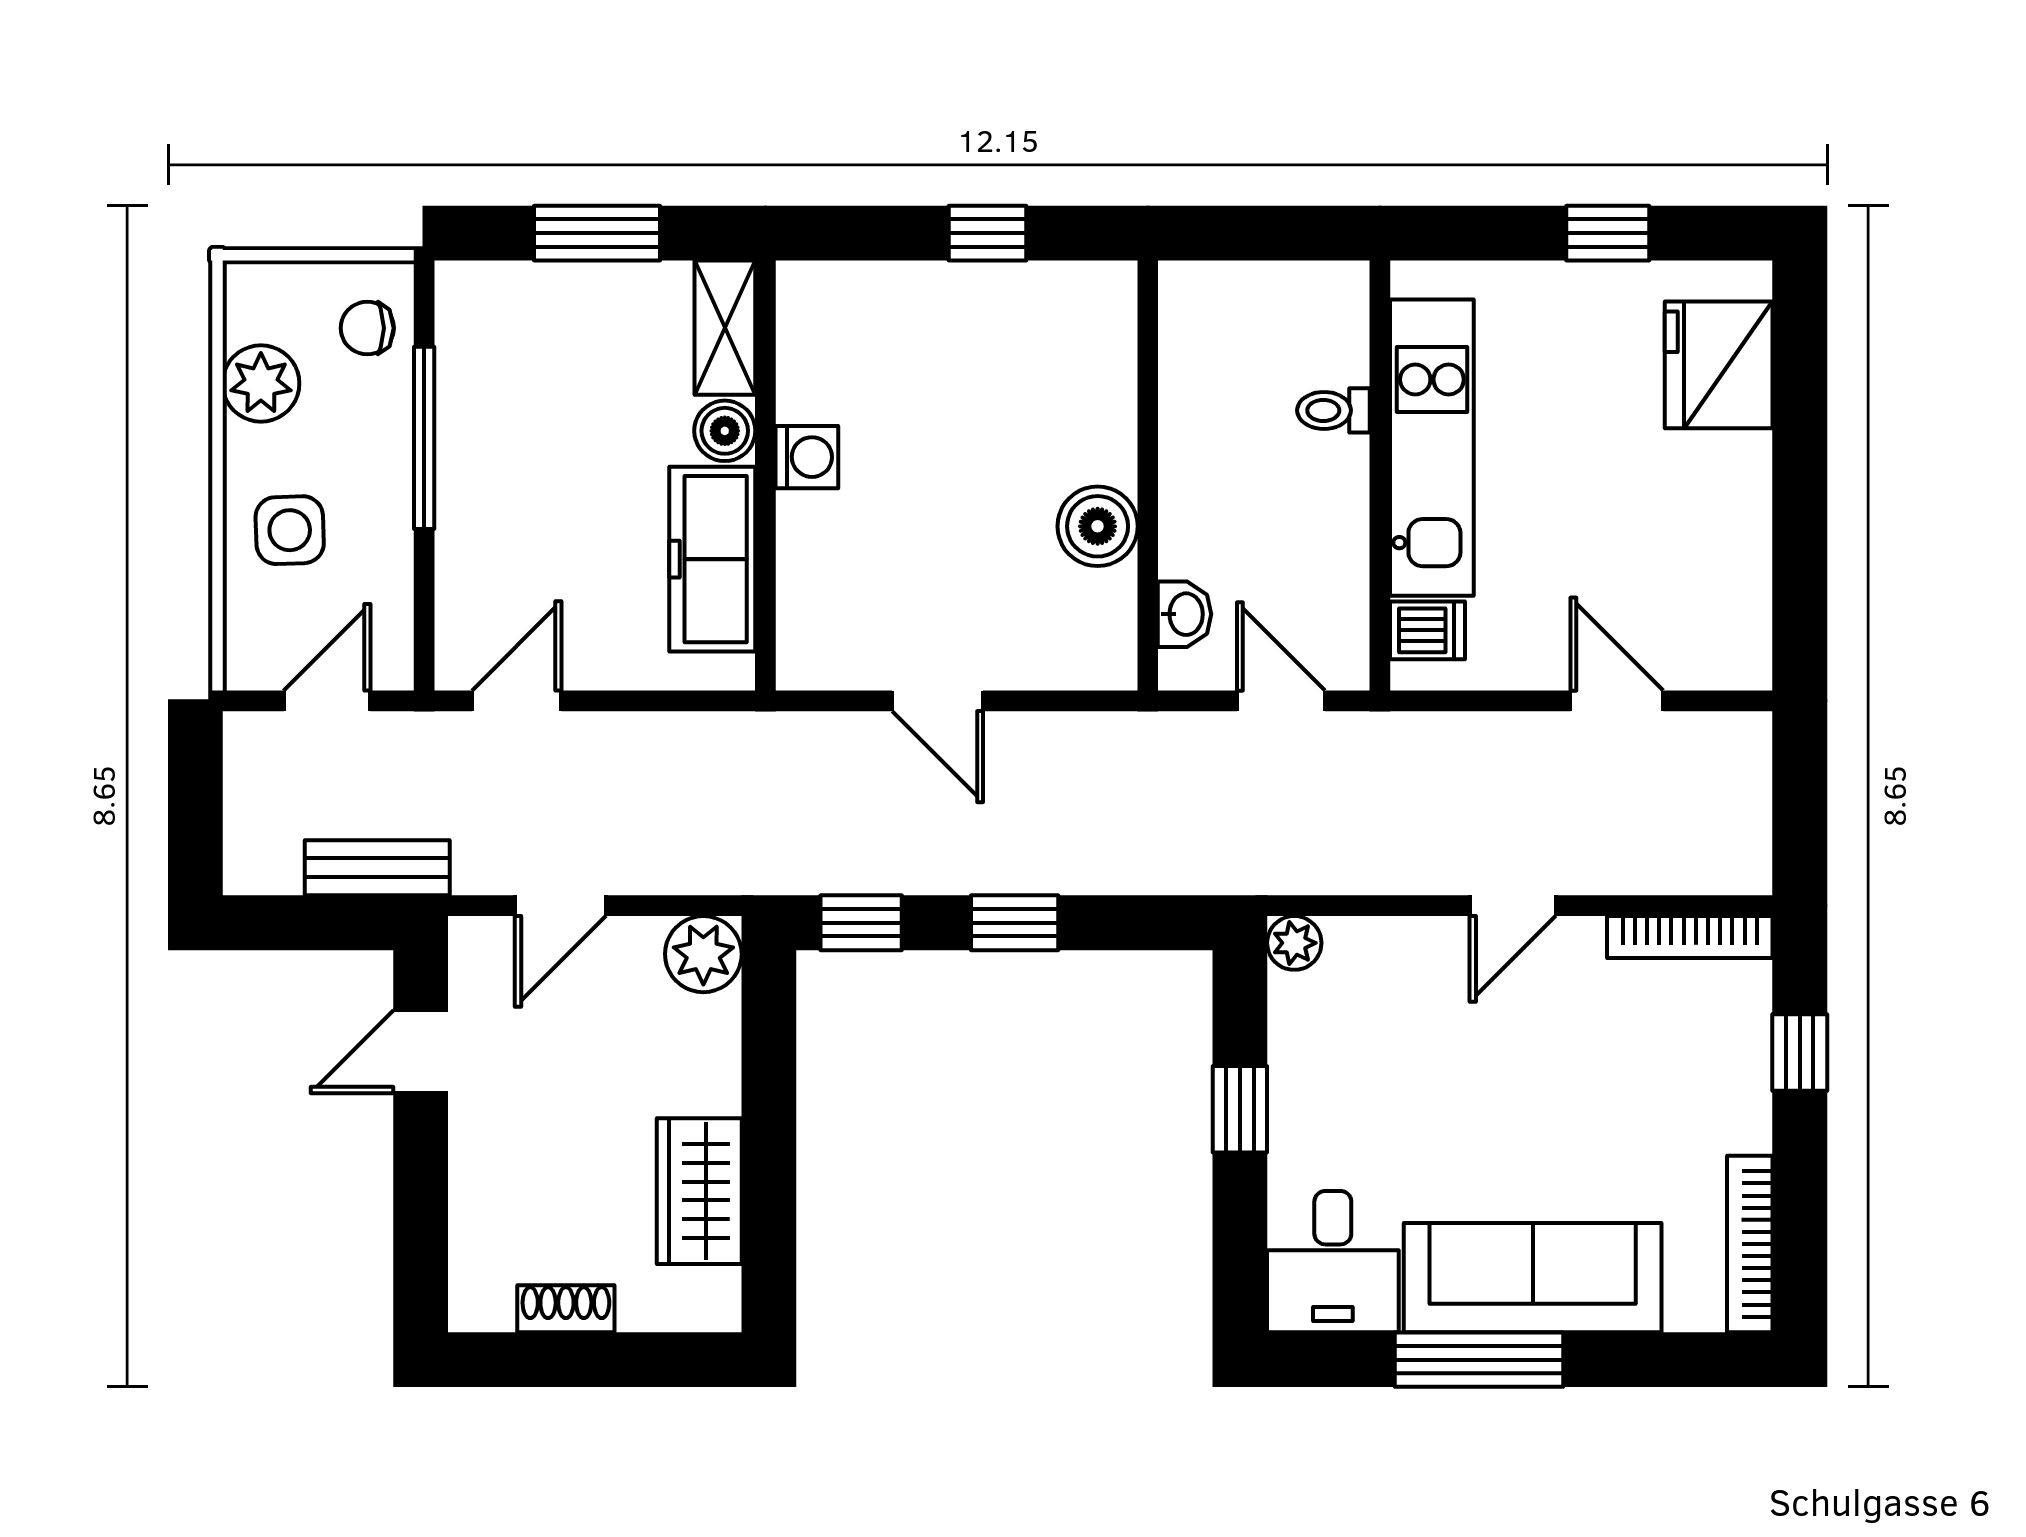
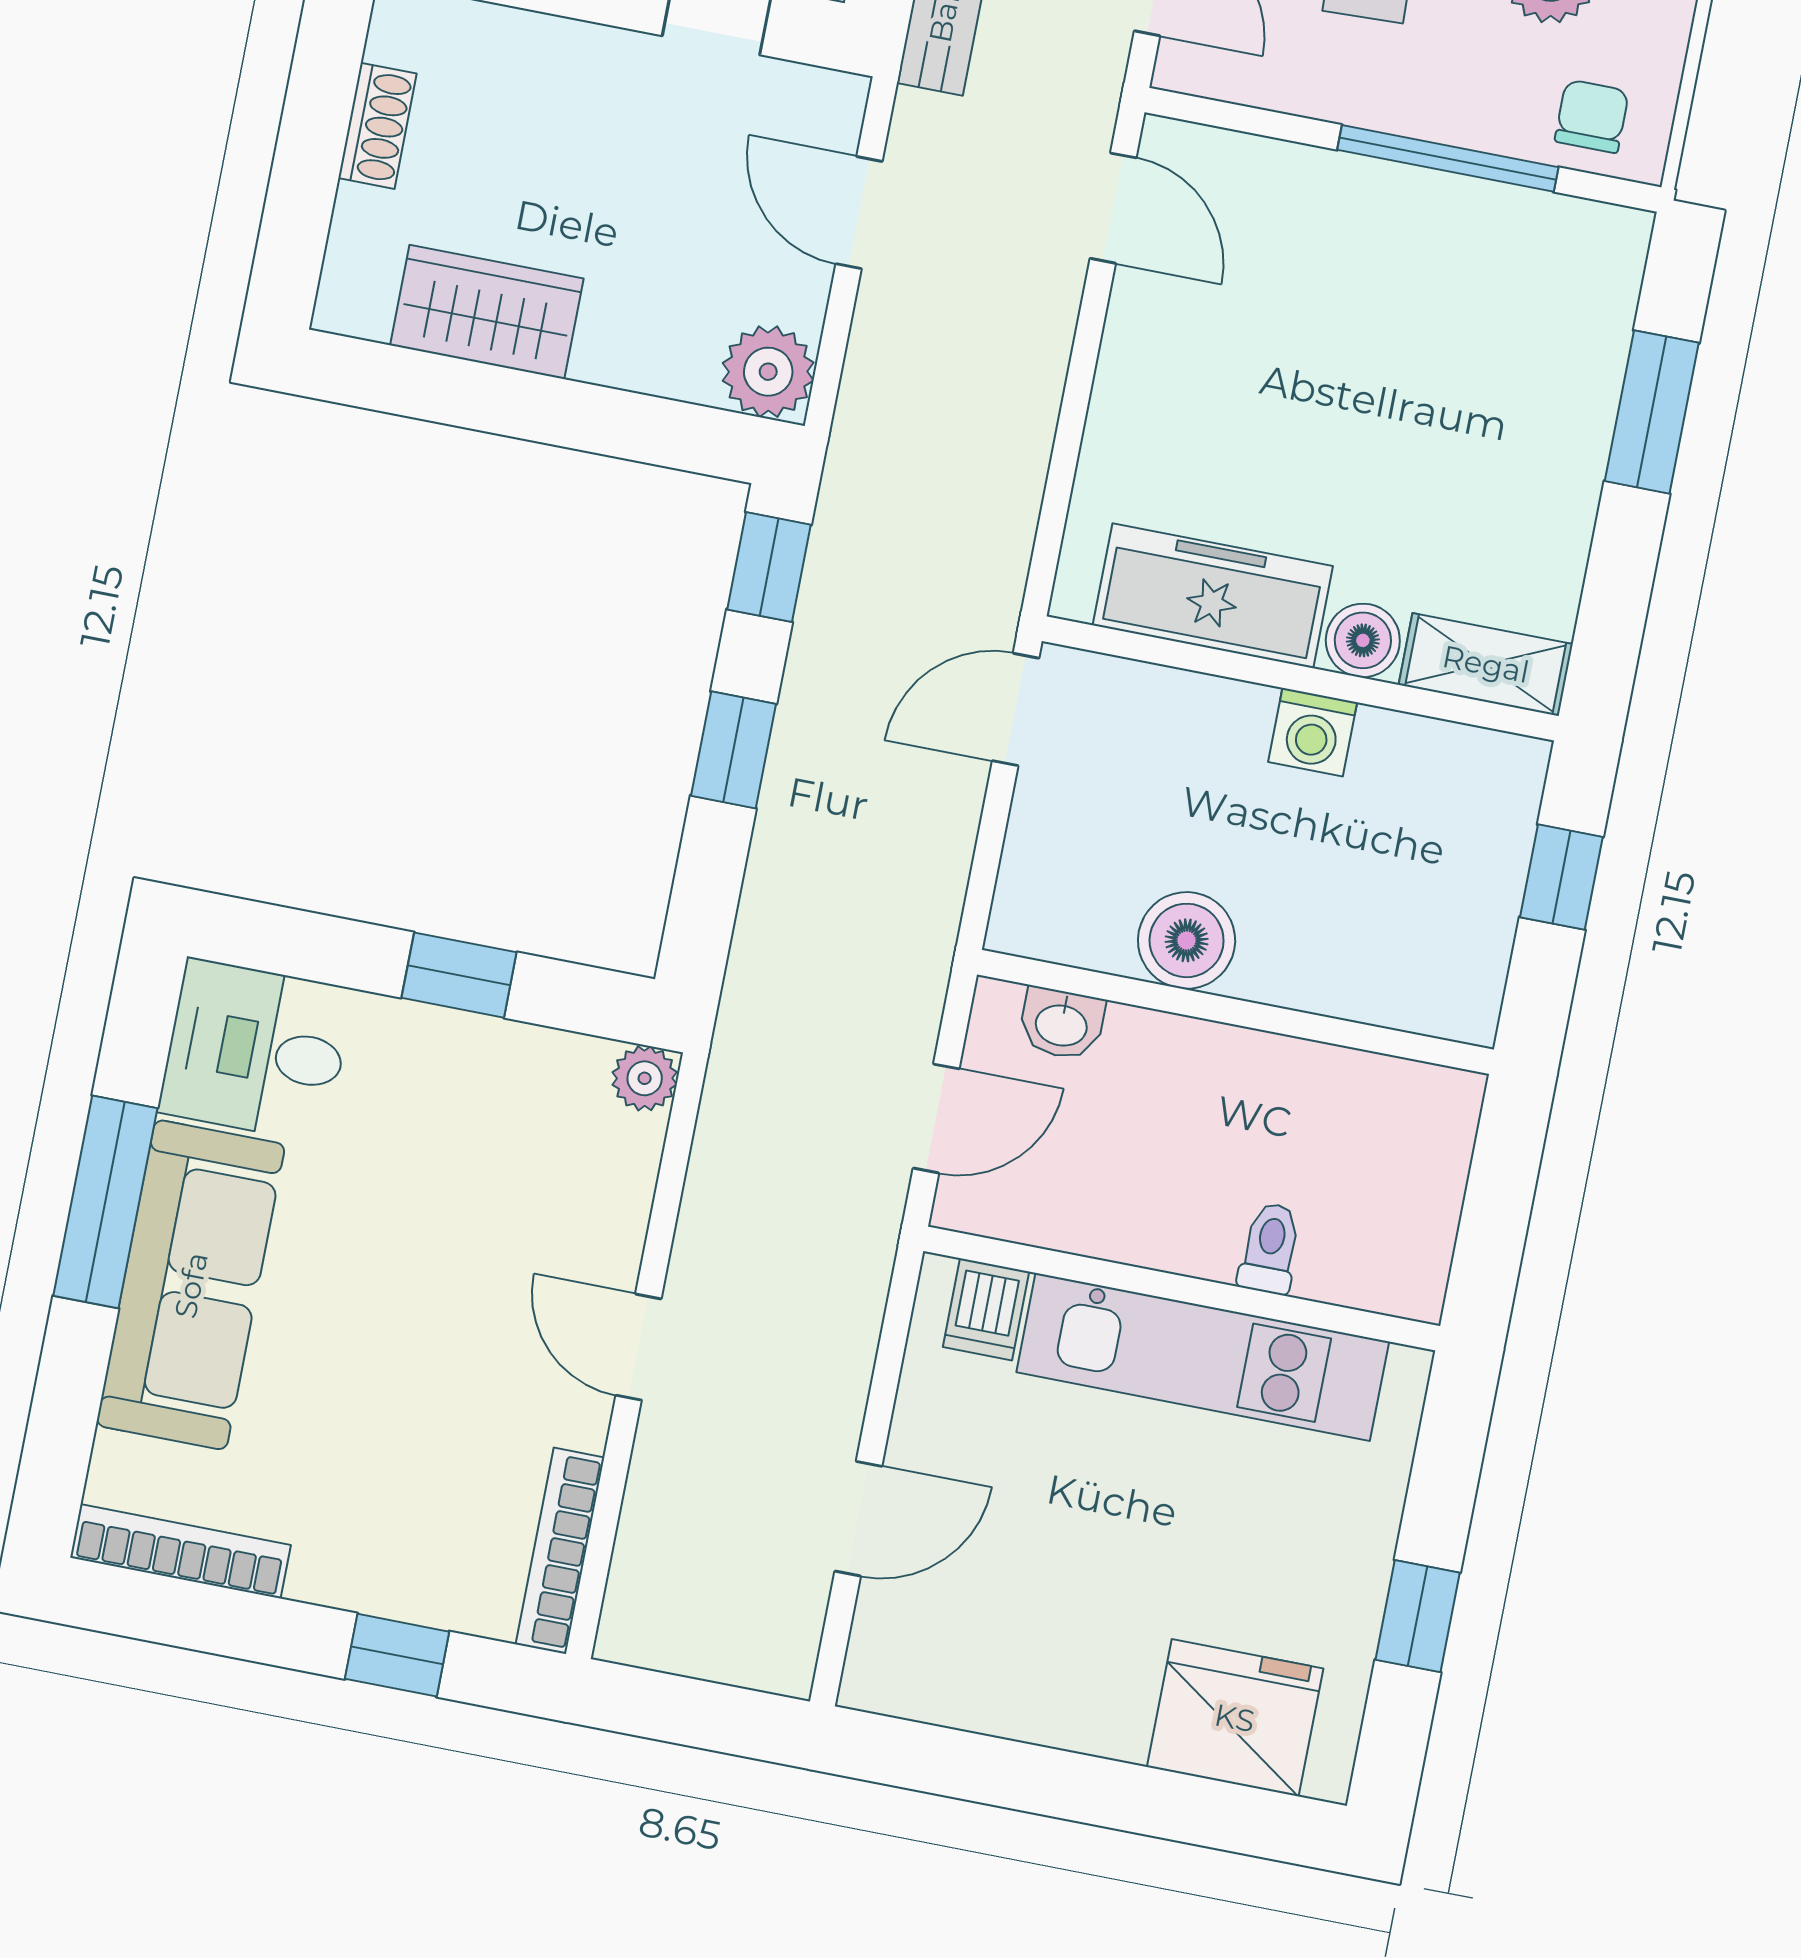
shelving: (725, 328) -> (1486, 664), moved
boiler: (725, 431) -> (1363, 640), moved
washing machine: (807, 457) -> (1313, 732), moved
wall: (765, 476) -> (1300, 678), moved
freezer: (712, 559) -> (1213, 596), moved

